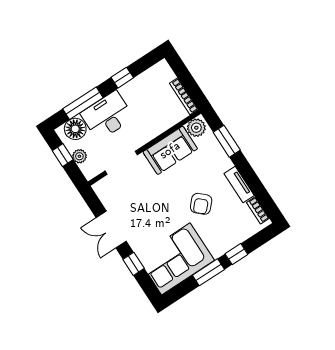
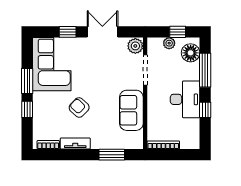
desk: (107, 116) -> (185, 99), moved
plant: (196, 128) -> (135, 46), moved

